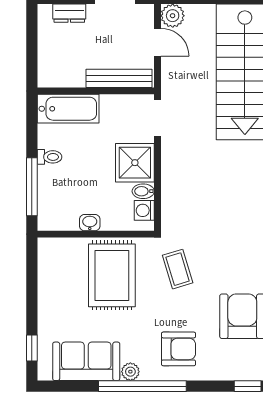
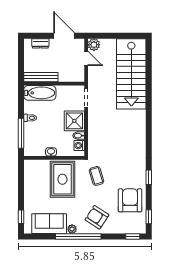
bench: (119, 78) -> (41, 77), moved
armchair: (178, 349) -> (97, 217), turned -147

